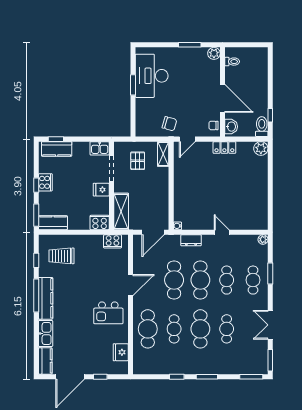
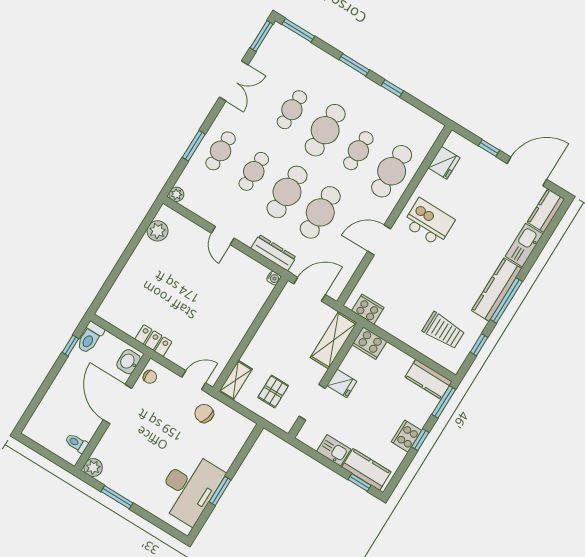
kitchen sink: (100, 148) -> (334, 450), moved
plant: (261, 148) -> (157, 231), moved
dresser: (191, 240) -> (273, 253), width x1.44

